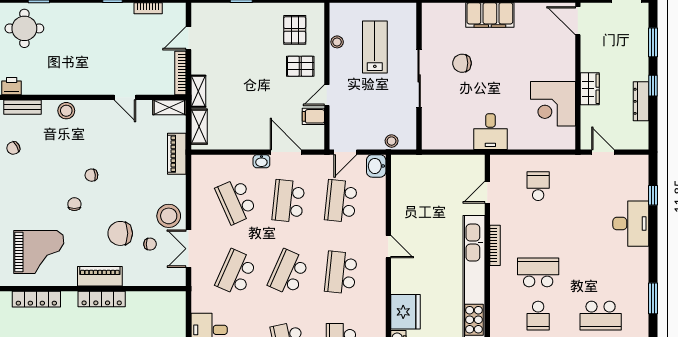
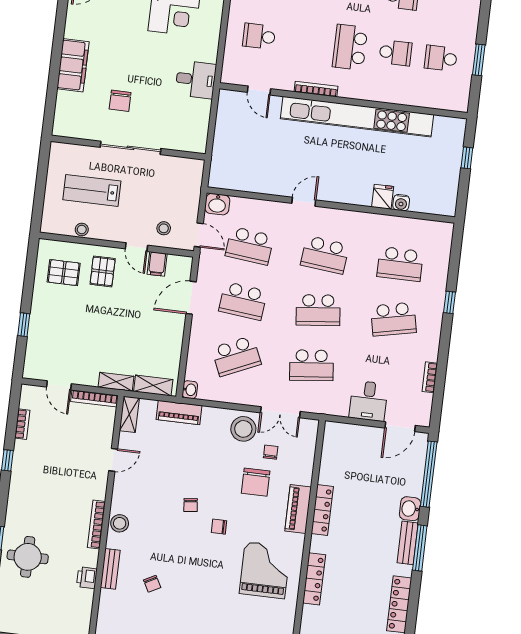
bookcase: (62, 89) -> (96, 525), added
stool: (392, 141) -> (164, 228), moved
washbasin: (261, 161) -> (190, 390), moved
school desk: (236, 272) -> (311, 365), turned -30
school desk: (288, 272) -> (318, 310), turned -30
fridge: (406, 312) -> (383, 197), width x0.53, depth x0.75

